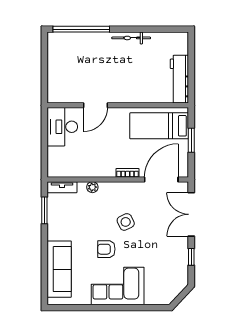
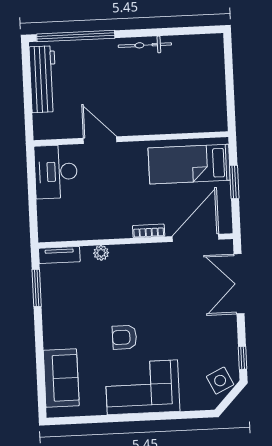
workbench: (179, 79) -> (43, 79), moved, turned 180
door: (95, 105) -> (100, 140), swing flipped
side table: (126, 222) -> (220, 381), moved
window: (191, 257) -> (242, 358), moved
sofa: (59, 269) -> (61, 378), width x0.73

